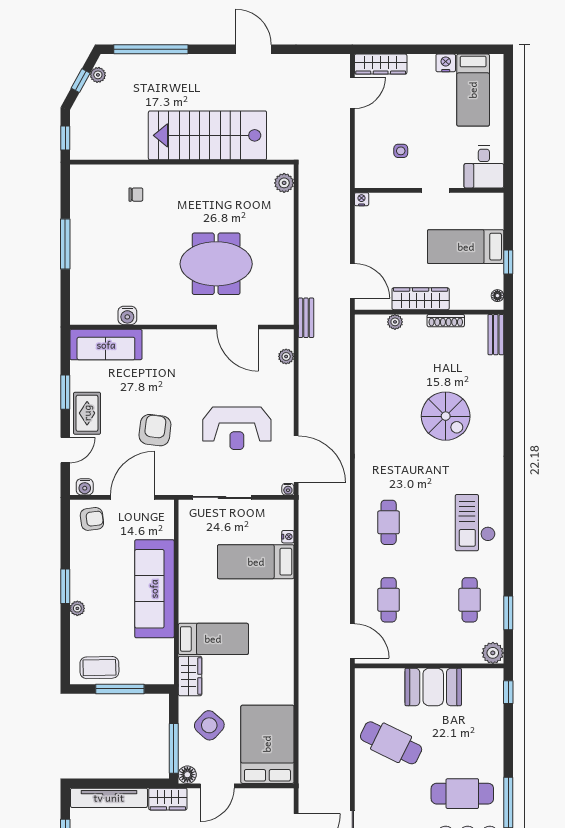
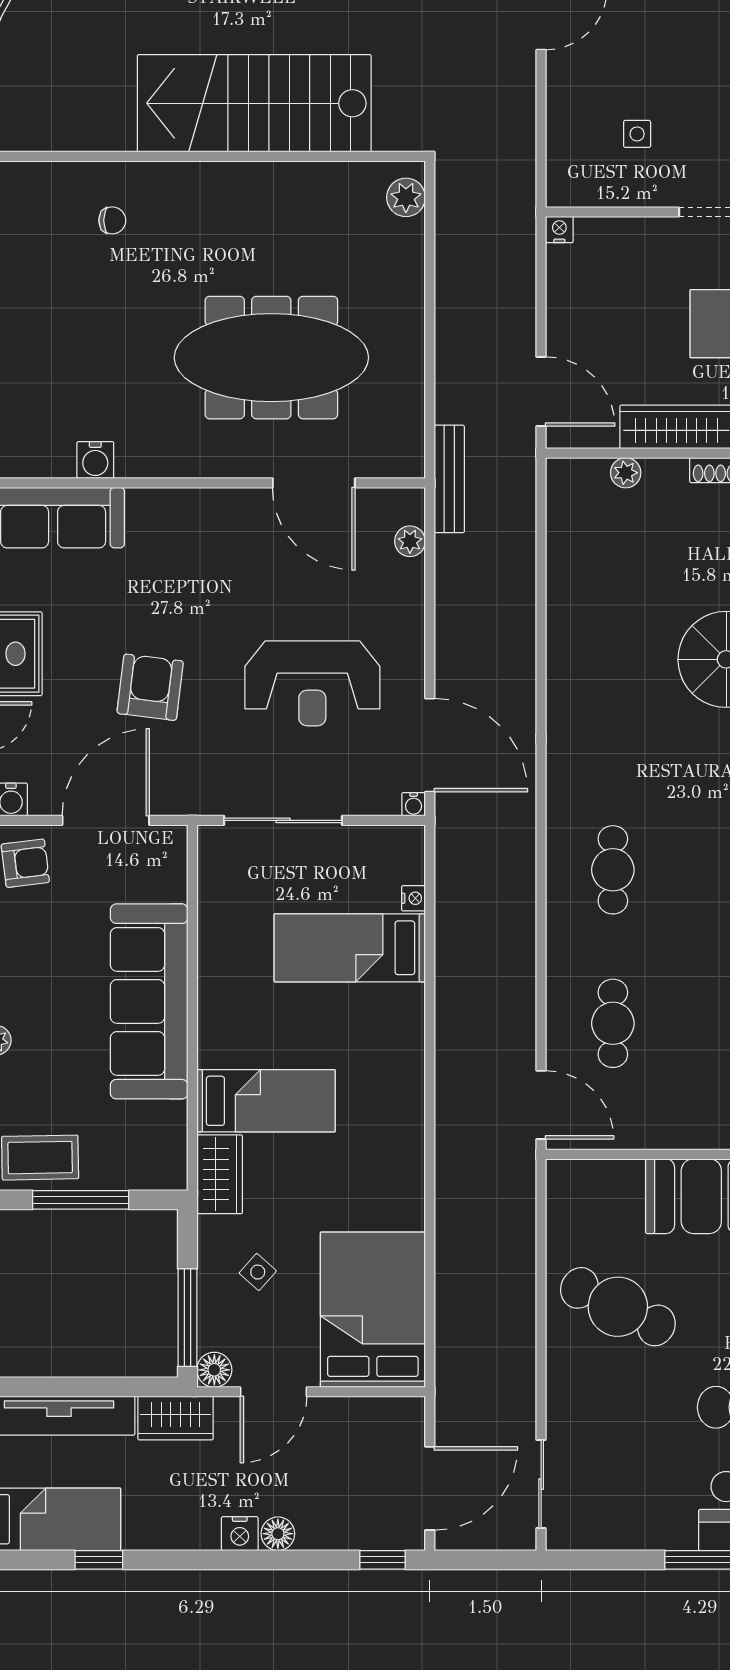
meeting table: (216, 264) -> (271, 358), width x1.36
bench: (306, 318) -> (449, 479), width x1.36
side table: (209, 725) -> (258, 1272), width x0.54, depth x0.54

